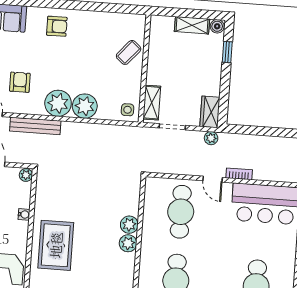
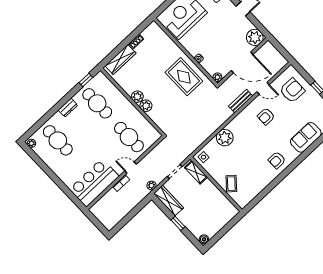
shelving: (192, 25) -> (216, 227), removed
window: (227, 52) -> (178, 223), moved
armchair: (20, 82) -> (266, 116), turned 90
plant: (58, 103) -> (238, 126), removed
wardrobe: (210, 112) -> (169, 201), width x1.50
bench: (35, 126) -> (241, 101), width x0.73
rug: (56, 245) -> (184, 77), moved

